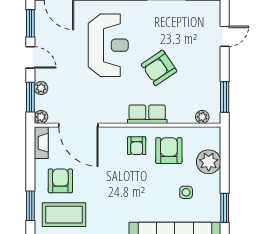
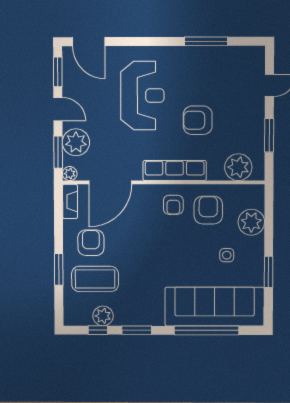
armchair: (159, 68) -> (198, 120), turned 34
plant: (41, 88) -> (76, 142), width x1.87, depth x1.87
window: (225, 97) -> (269, 135), moved
row of seats: (147, 114) -> (175, 171), width x1.48
plant: (202, 117) -> (238, 167), width x1.88, depth x1.88
door: (78, 125) -> (110, 182), hinge flipped

